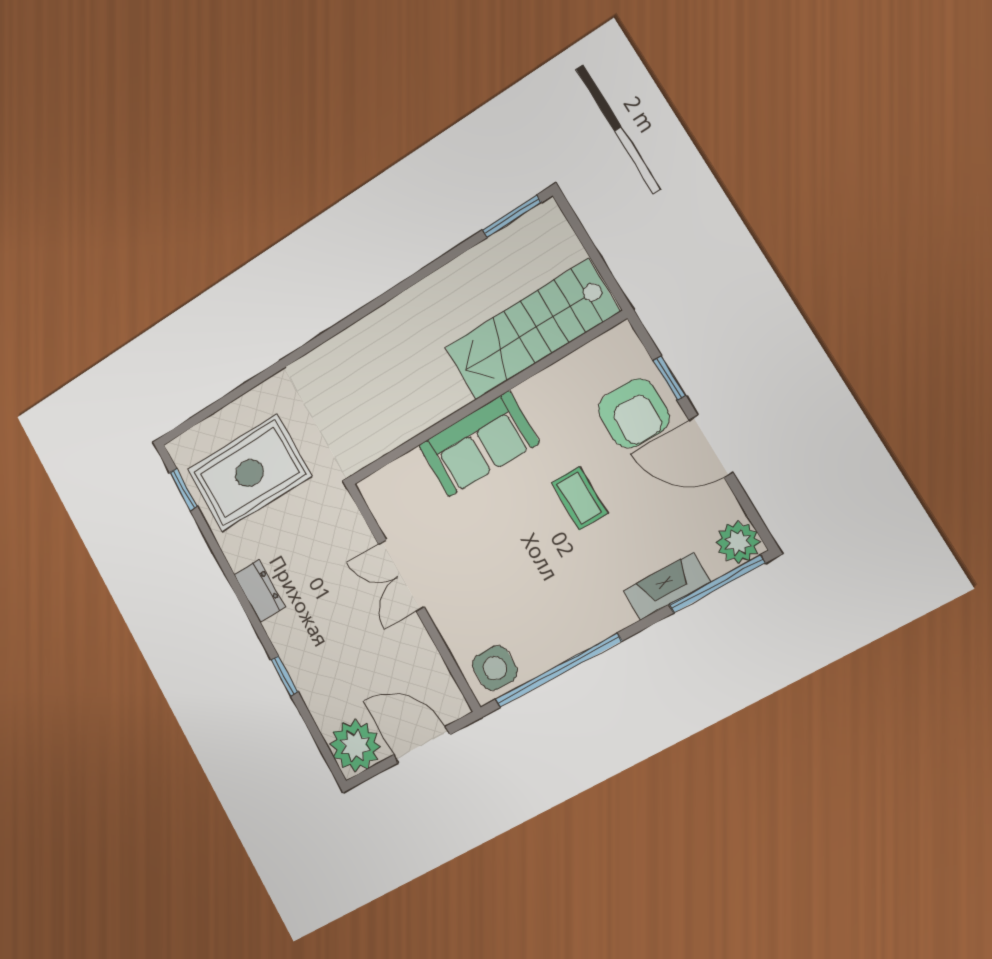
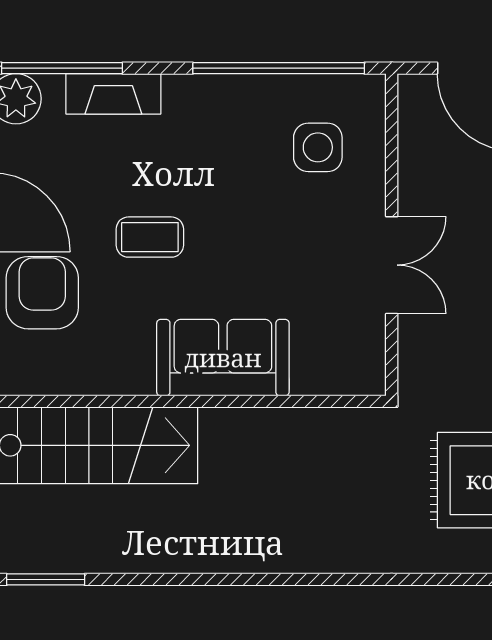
coffee table: (579, 498) -> (150, 237), turned 90
side table: (495, 668) -> (318, 147), moved

